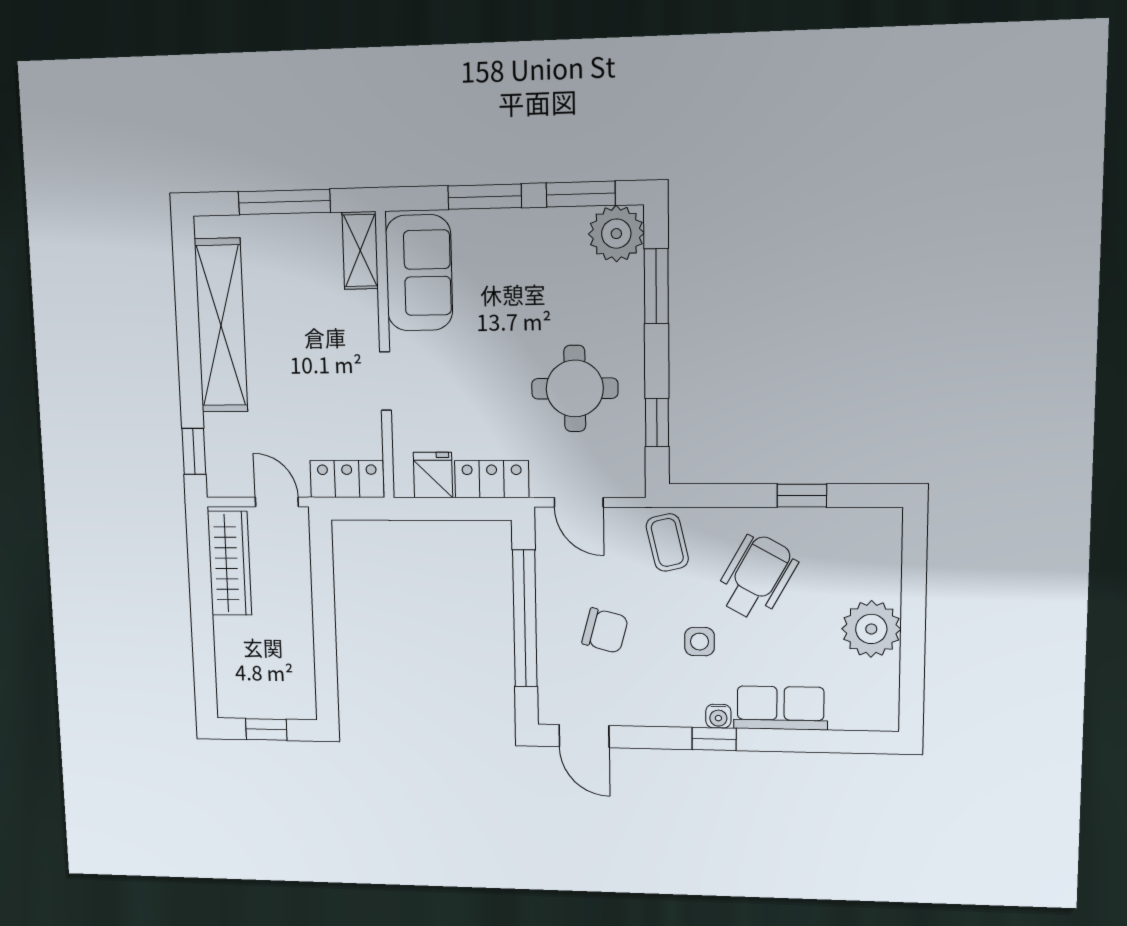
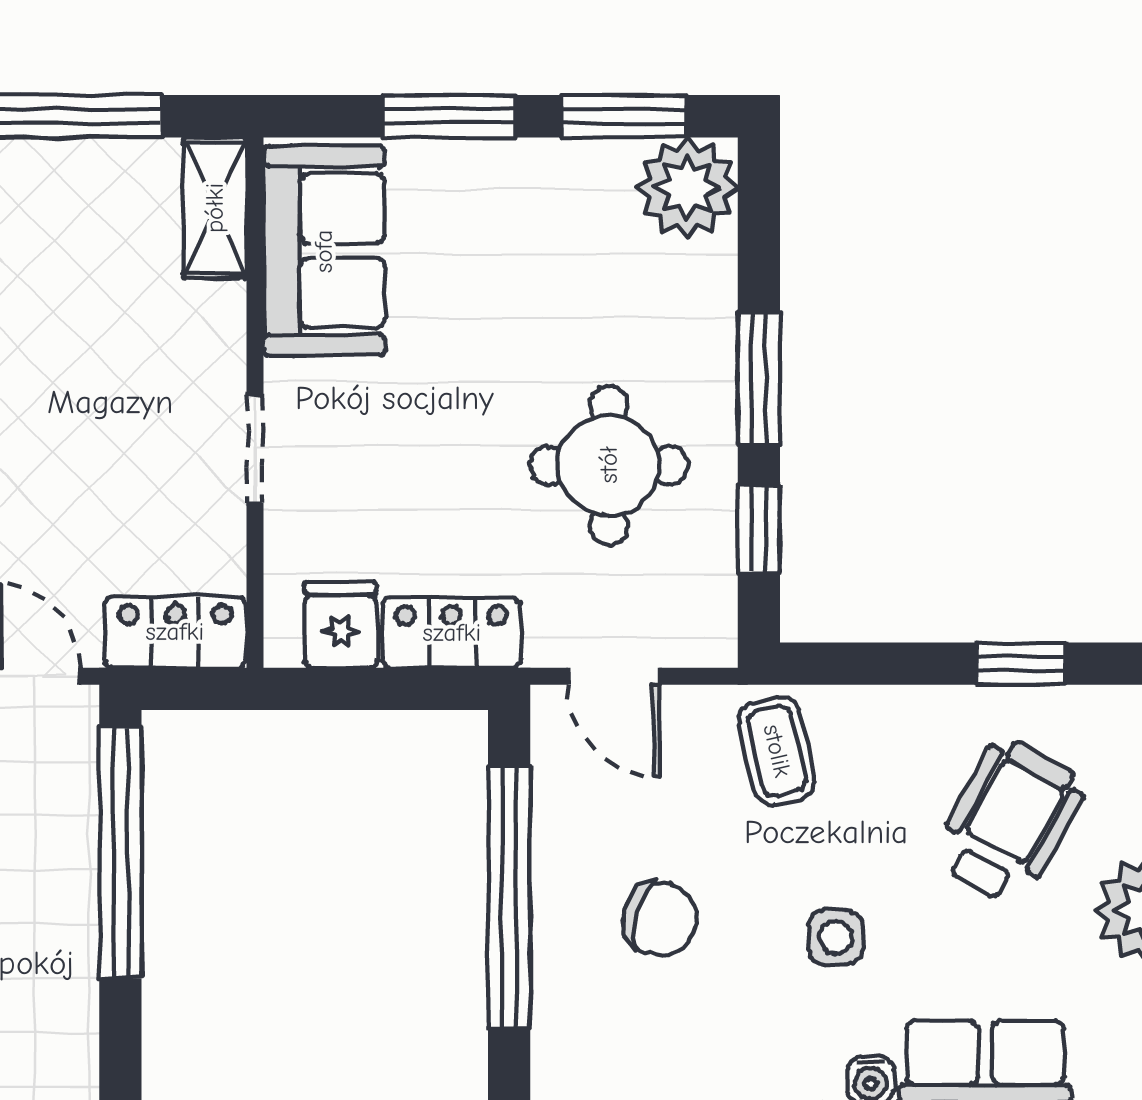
window: (656, 286) -> (759, 378), moved
wheelchair: (756, 577) -> (1009, 822), moved
window: (323, 593) -> (120, 853), added

